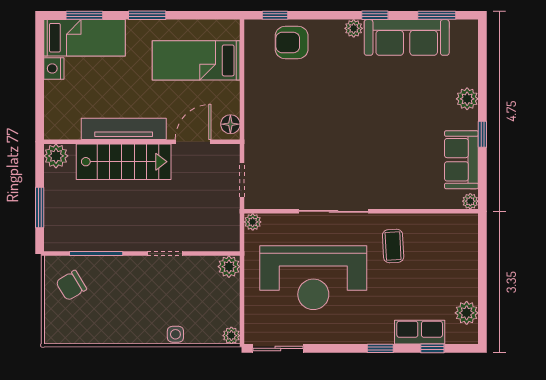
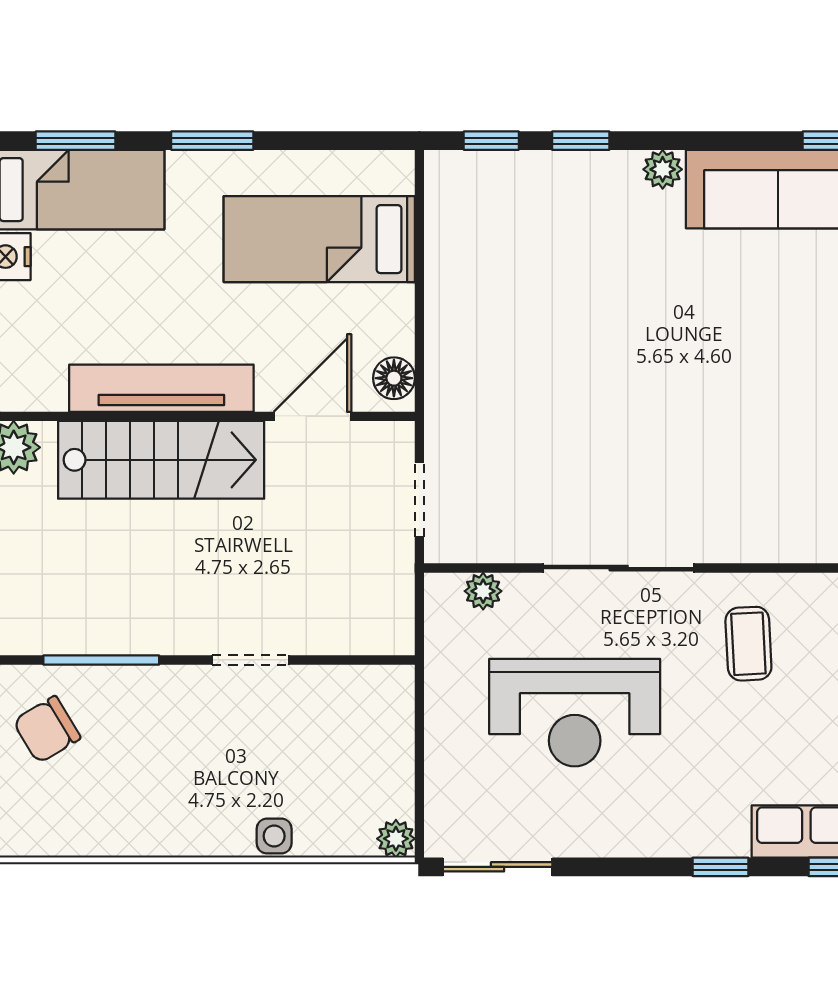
window: (375, 15) -> (581, 141), moved
armchair: (292, 42) -> (527, 200), removed
plant: (253, 222) -> (483, 591), moved
plant: (229, 267) -> (391, 689), removed
reception desk: (313, 278) -> (575, 713), width x0.74, depth x0.77

